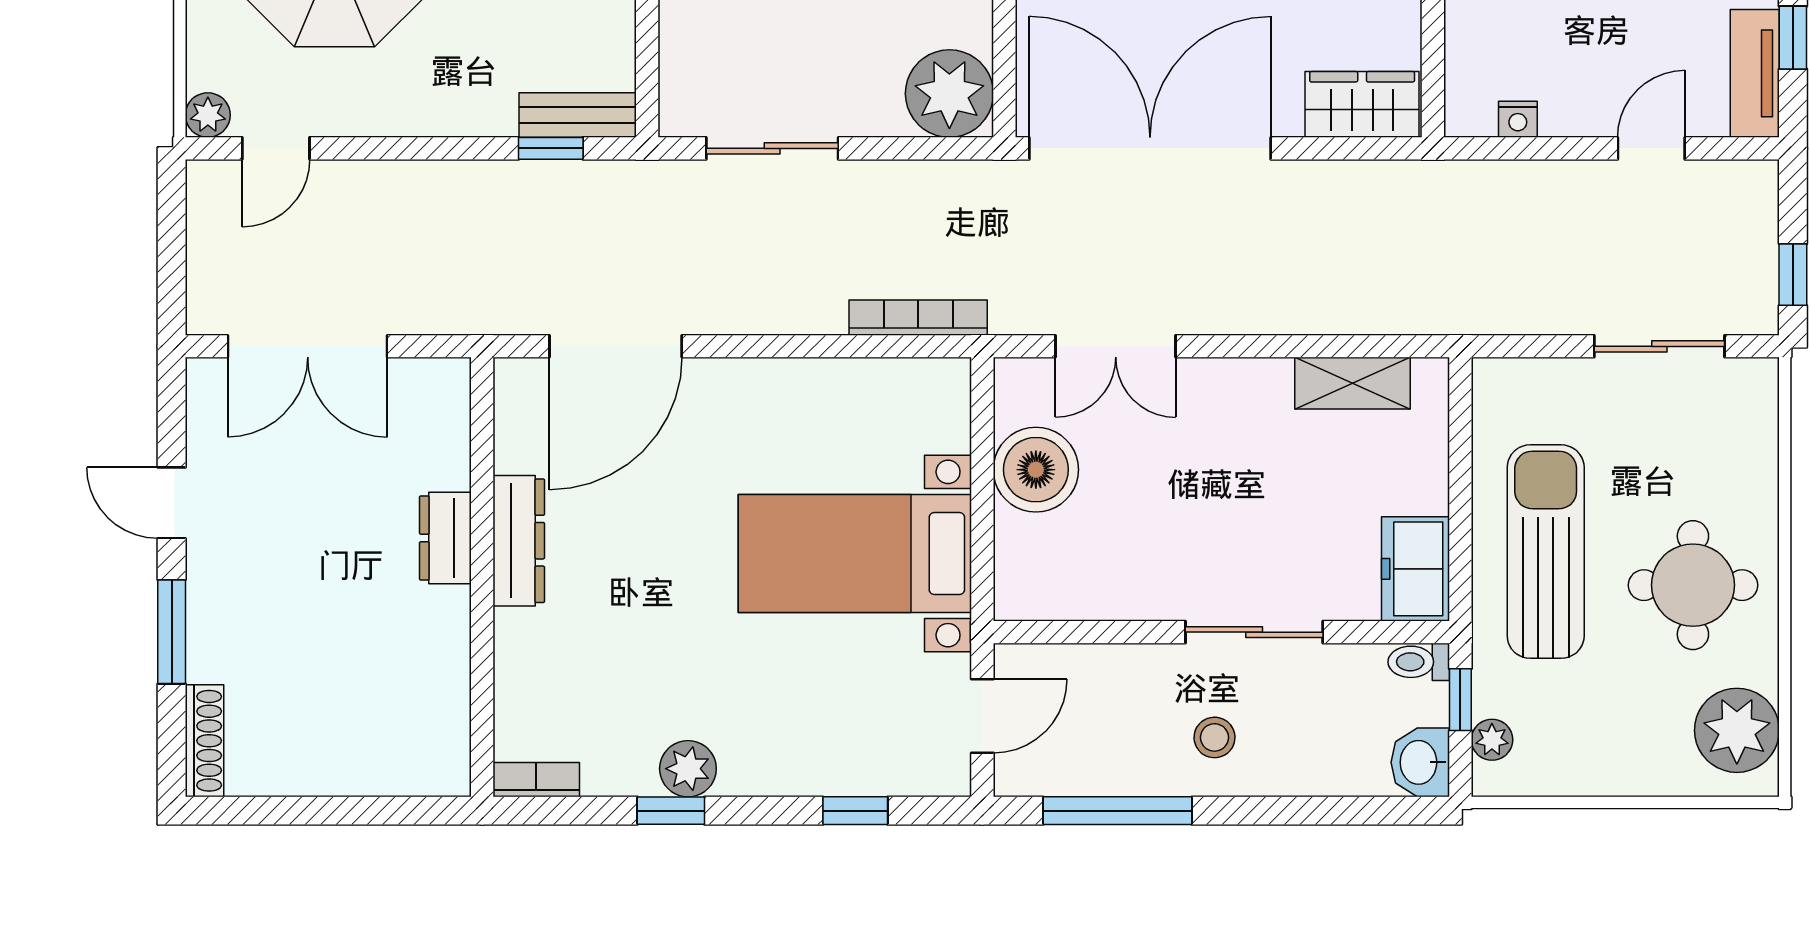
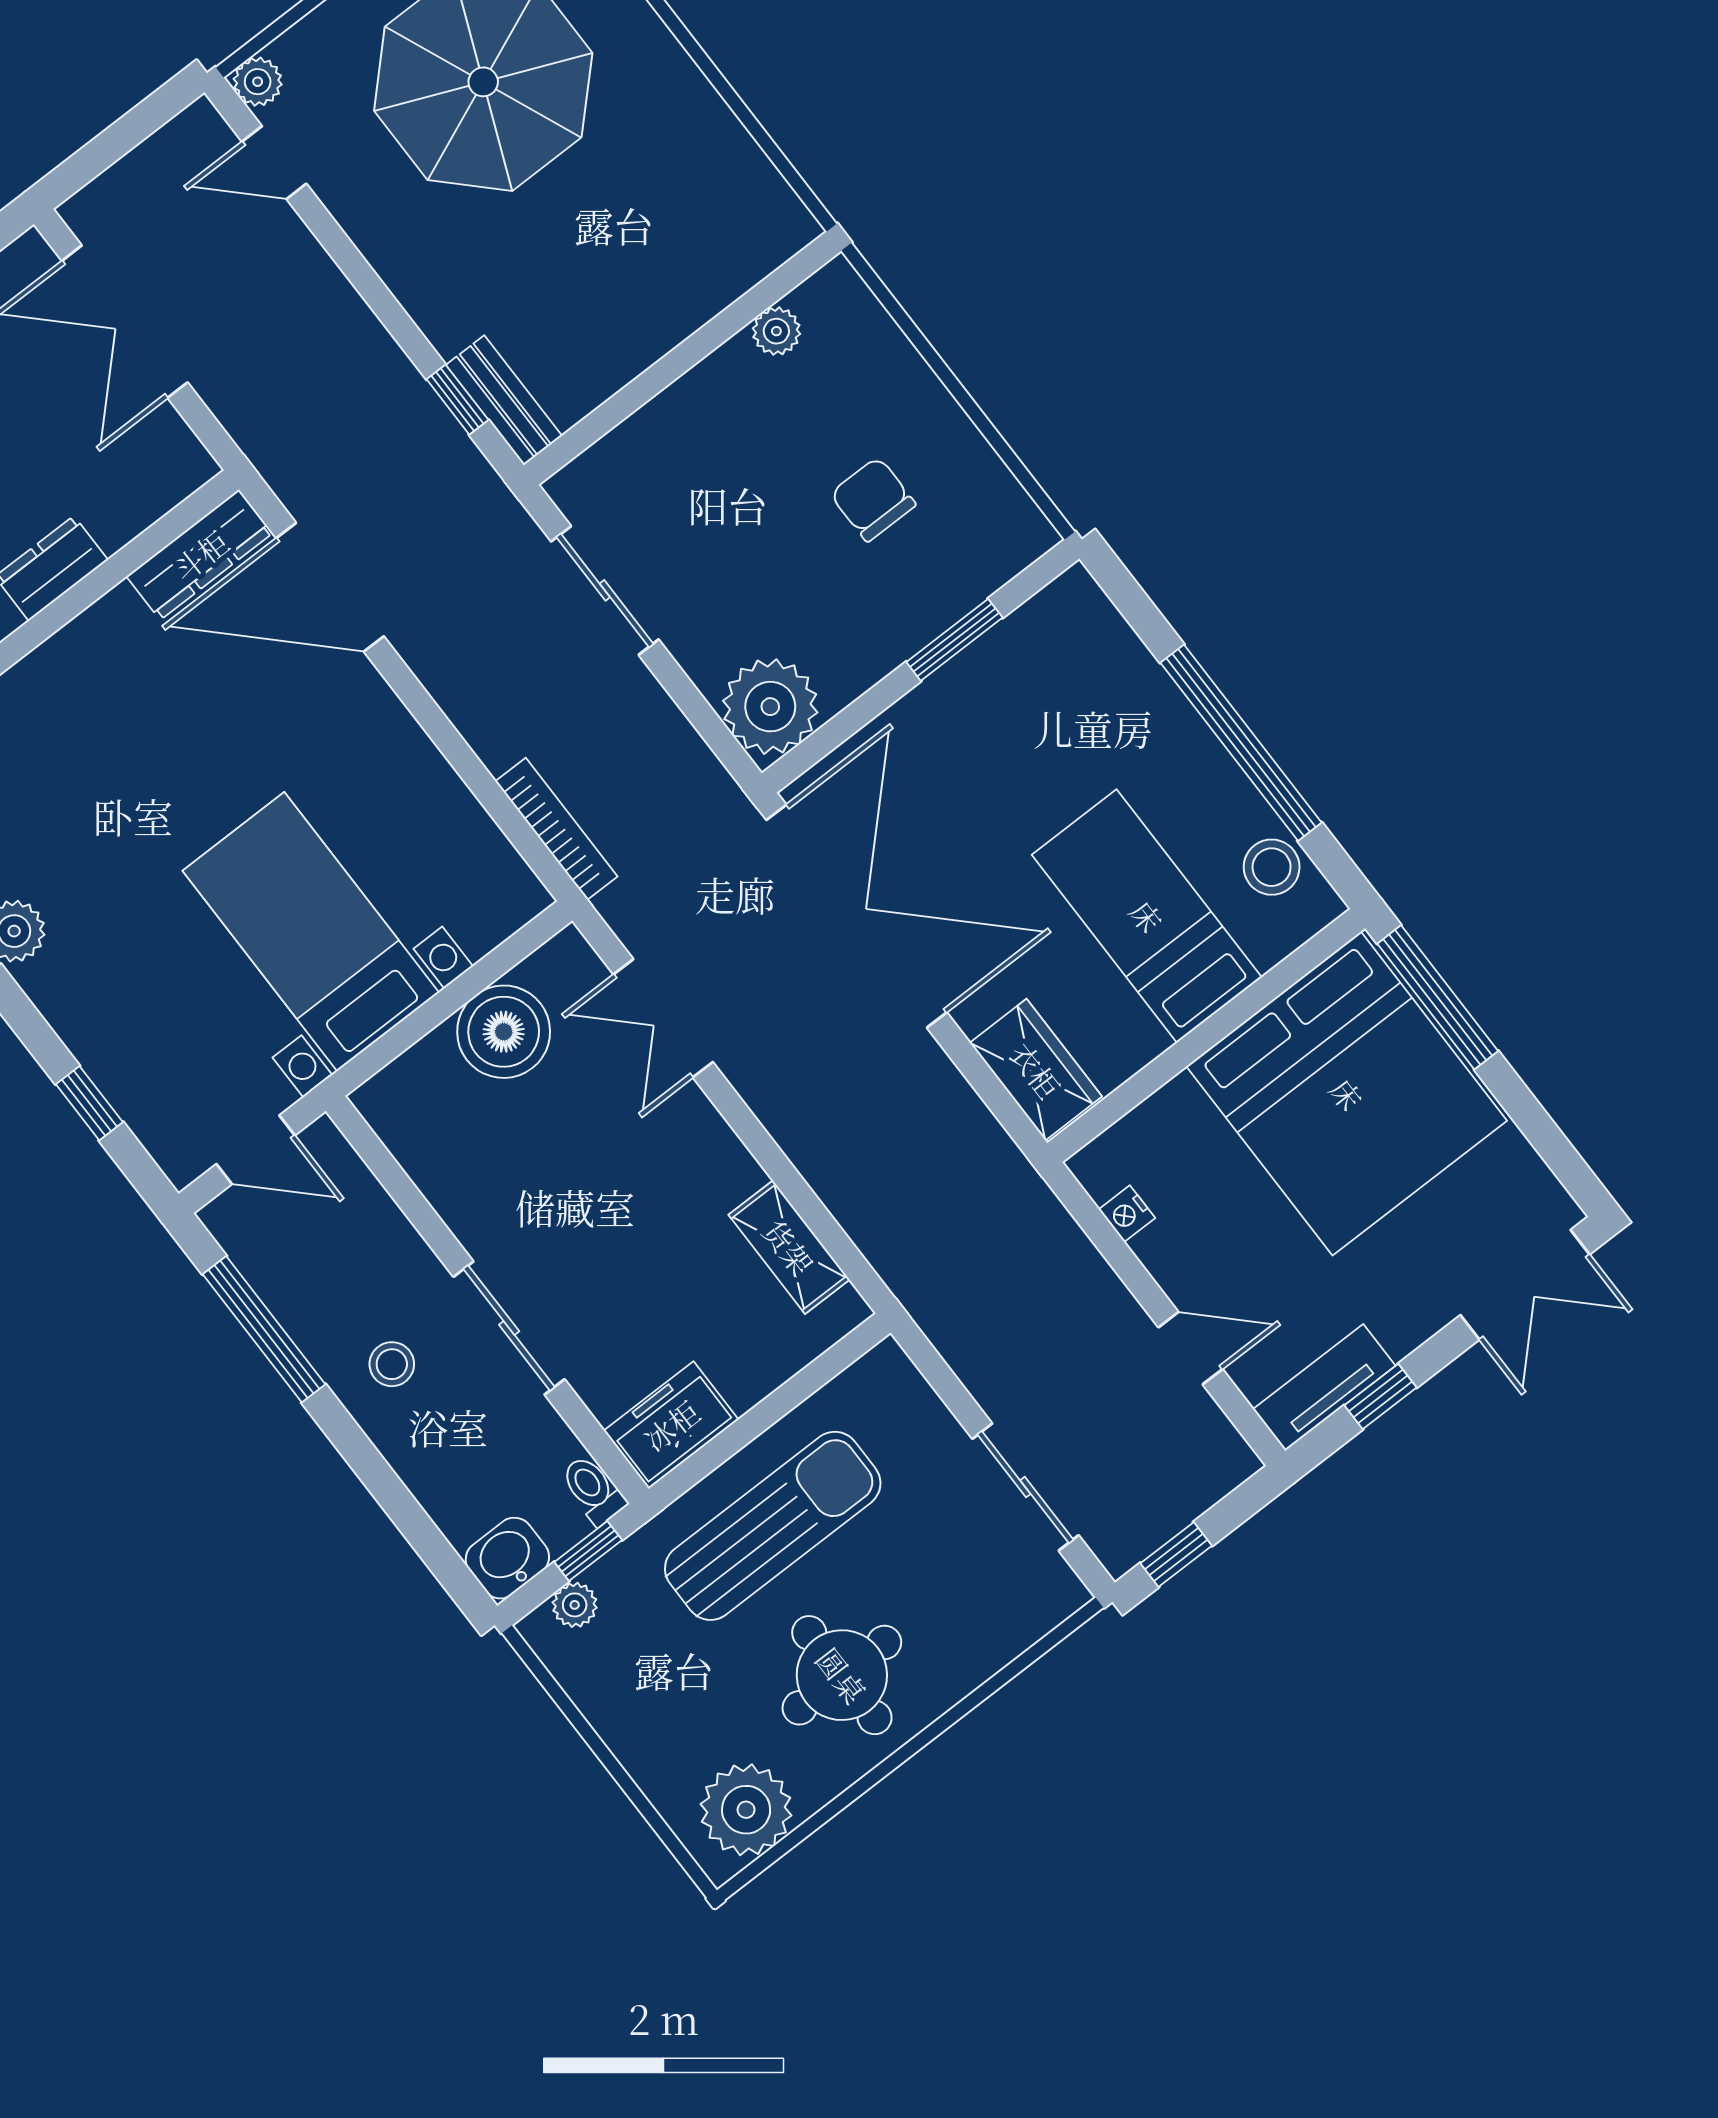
dresser: (519, 541) -> (200, 555), moved

